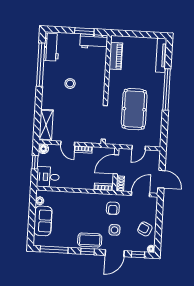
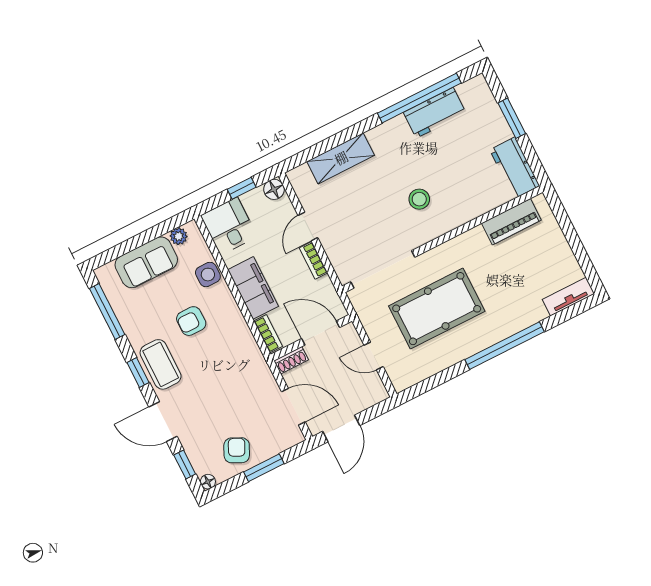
window: (84, 31) -> (512, 118), moved
workbench: (51, 47) -> (435, 113), moved
tv unit: (161, 55) -> (568, 297), width x0.71
stool: (70, 84) -> (419, 199), moved
shelving: (46, 125) -> (341, 158), moved
filing cabinet: (80, 182) -> (253, 288), added
armchair: (113, 208) -> (191, 321), moved
window: (159, 222) -> (264, 468), added
side table: (115, 230) -> (208, 275), moved

